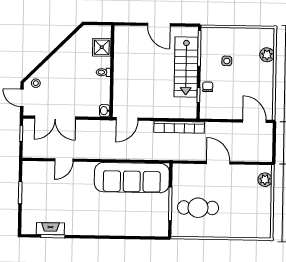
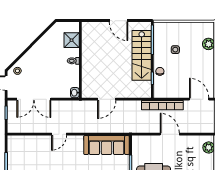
door: (127, 119) -> (107, 99), moved
bookcase: (179, 127) -> (162, 105), moved
door: (64, 160) -> (59, 134), moved
sofa: (132, 178) -> (107, 145), width x0.74, depth x0.79

